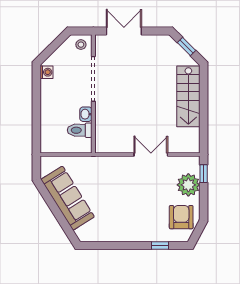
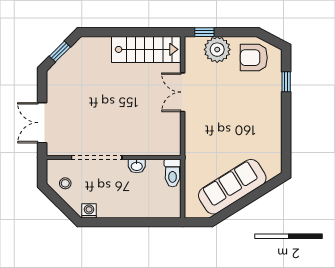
stool: (81, 45) -> (65, 183), moved
stairs: (188, 96) -> (146, 49), moved
toilet: (80, 130) -> (173, 173), moved

